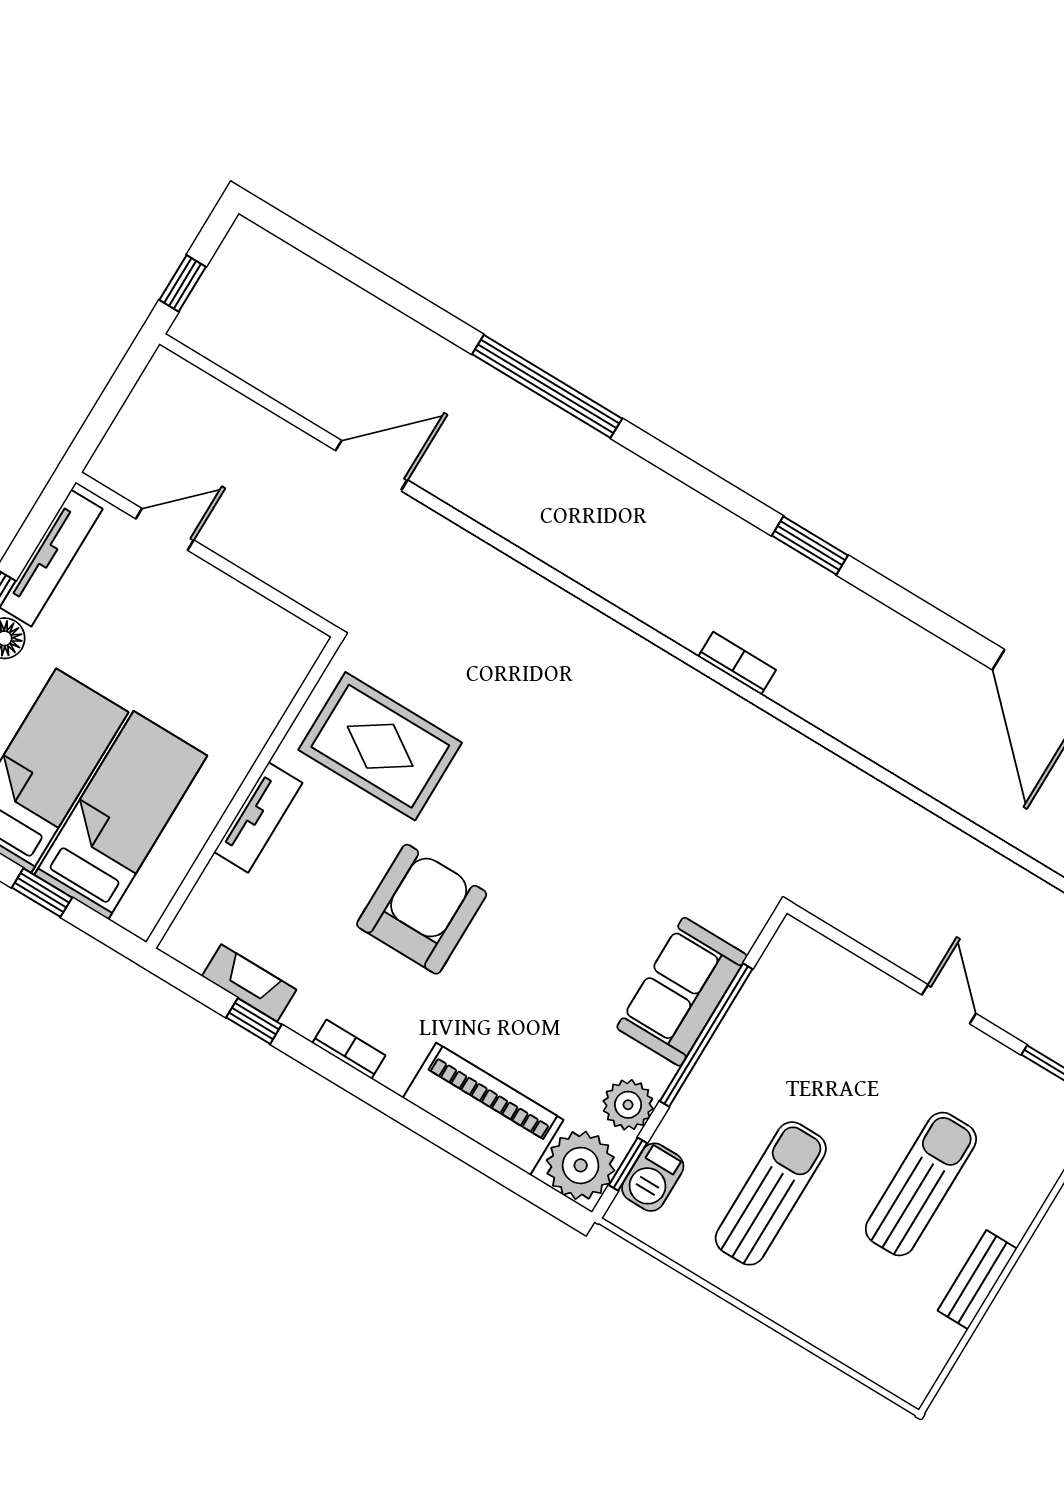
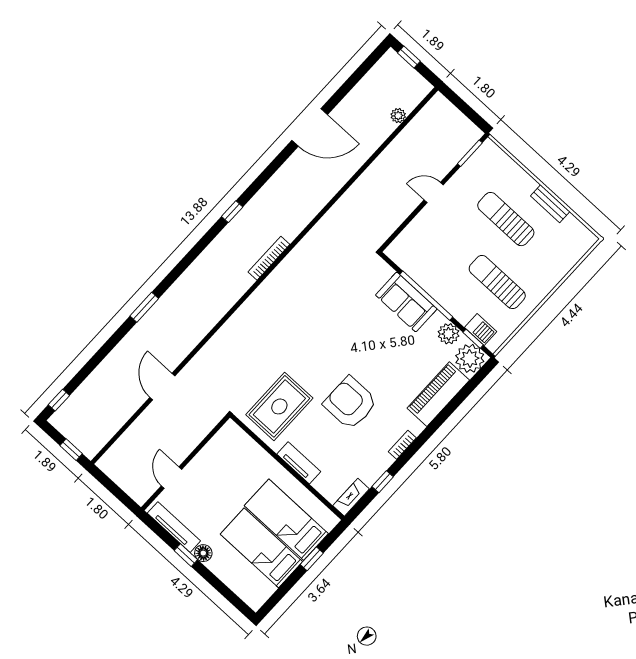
window: (292, 232) -> (59, 400), added
window: (547, 386) -> (144, 307), width x0.47
window: (810, 545) -> (232, 212), width x0.67
bookcase: (737, 663) -> (269, 258), width x1.56
fireplace: (249, 983) -> (351, 497), moved

